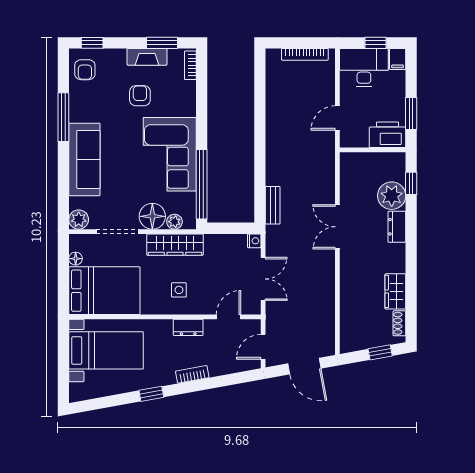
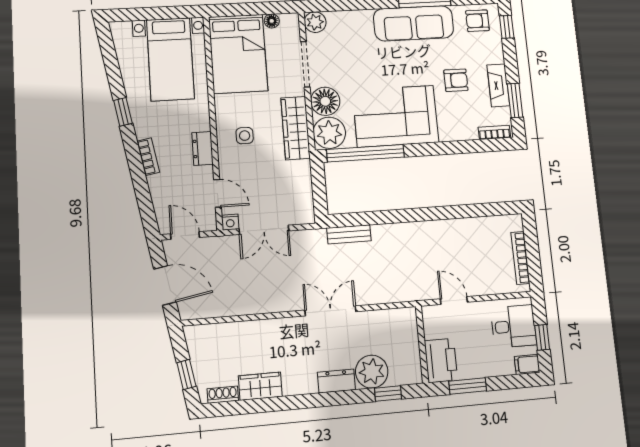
desk: (364, 67) -> (513, 326), width x0.73
sofa: (84, 159) -> (414, 23), moved
plant: (174, 222) -> (329, 133), width x1.88, depth x1.88
nightstand: (254, 241) -> (230, 222), moved
door: (304, 366) -> (165, 285), swing flipped

